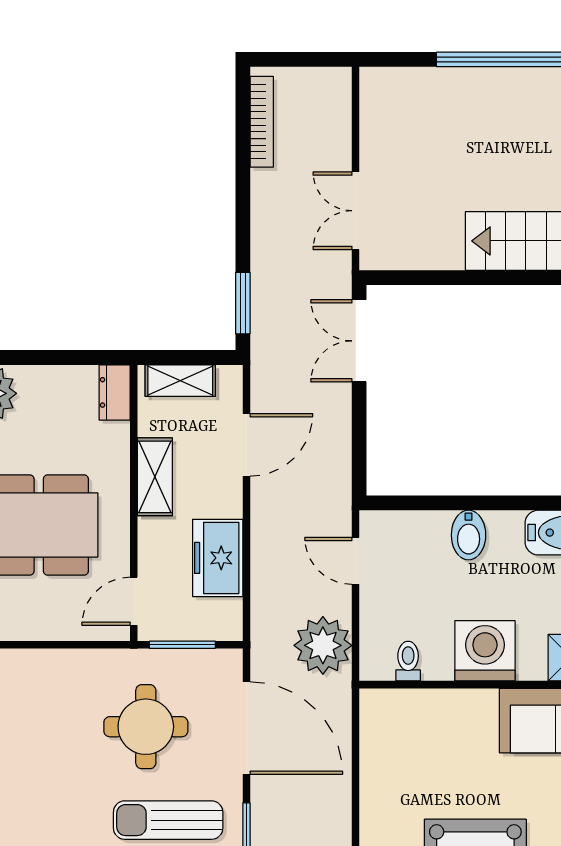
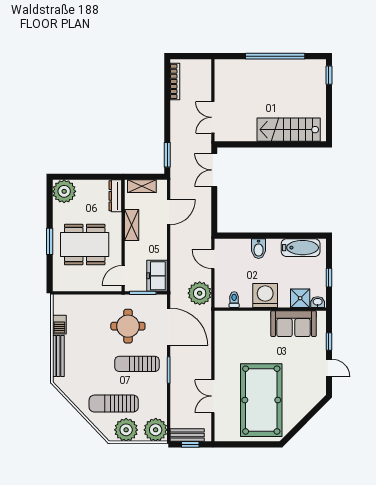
dresser: (115, 392) -> (115, 196), width x1.44
freezer: (218, 558) -> (157, 276), moved

